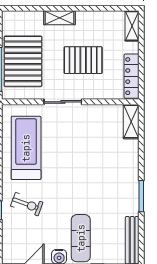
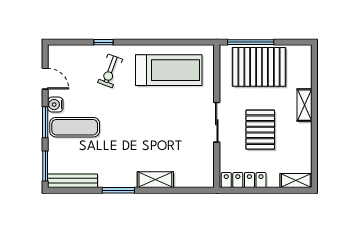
sliding door: (63, 102) -> (217, 122), moved
shelving: (131, 122) -> (155, 180), moved

